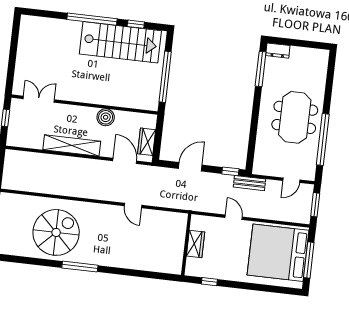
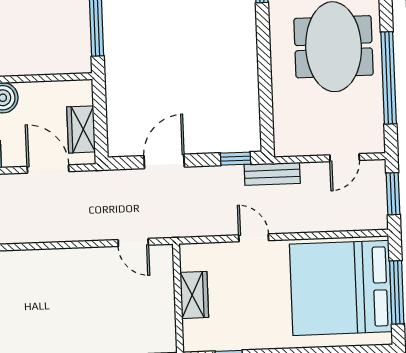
door: (133, 206) -> (133, 242), moved

